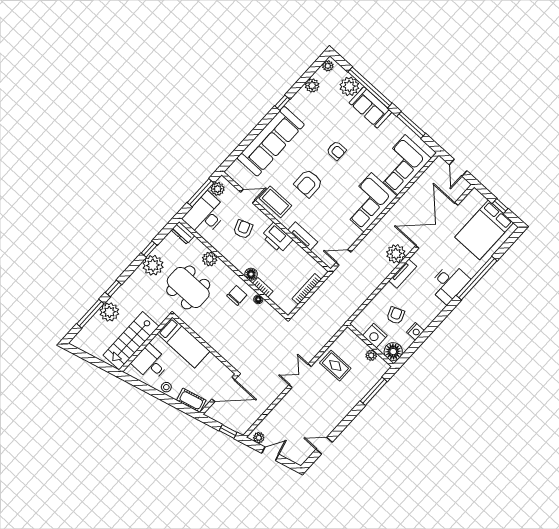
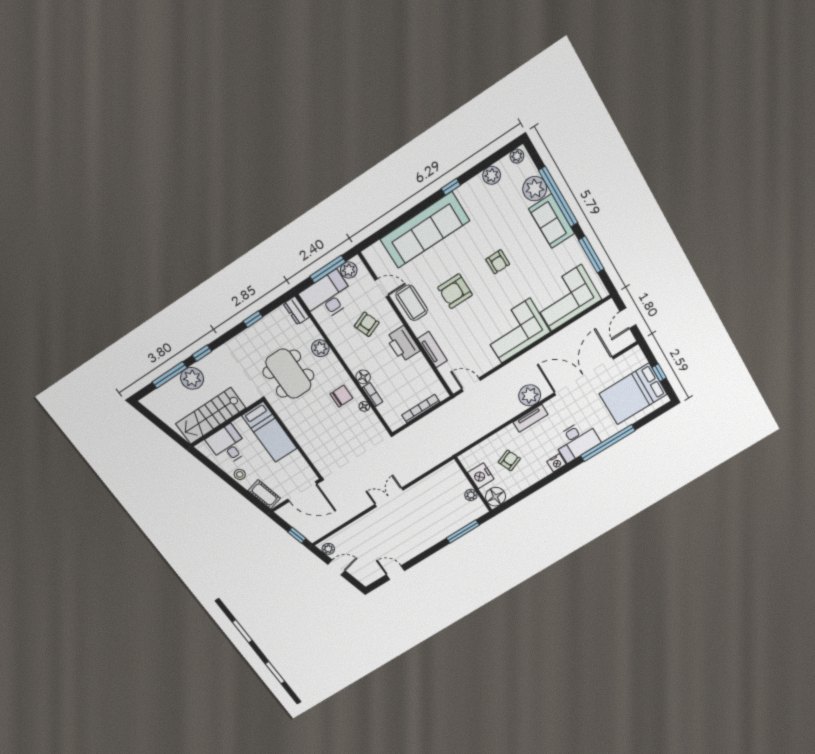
plant: (153, 265) -> (253, 339), removed
nightstand: (415, 331) -> (556, 463), moved
rug: (335, 366) -> (430, 496), removed

